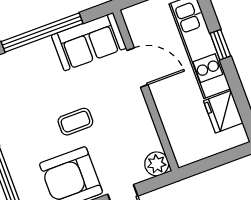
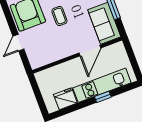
plant: (157, 164) -> (36, 62), removed

